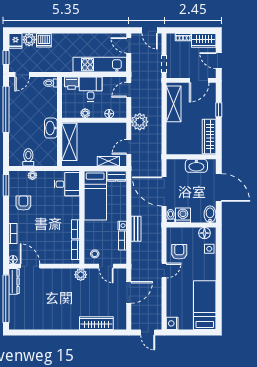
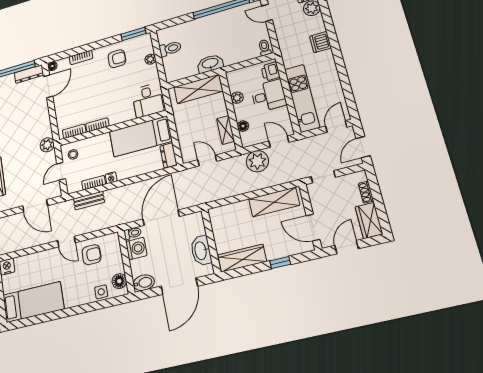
dishwasher: (44, 40) -> (320, 42), moved
plant: (140, 122) -> (257, 161), moved
shelving: (108, 161) -> (226, 130), moved
bench: (136, 229) -> (89, 200), moved

